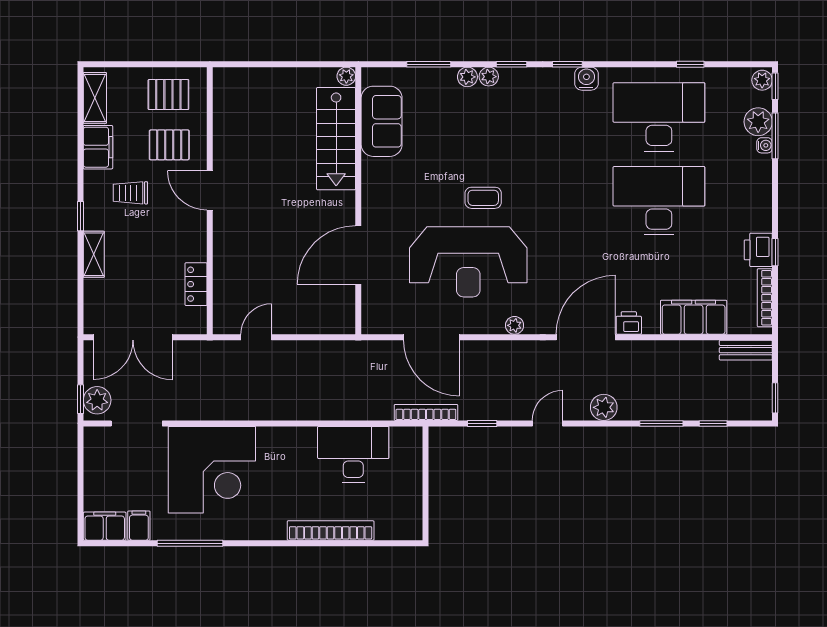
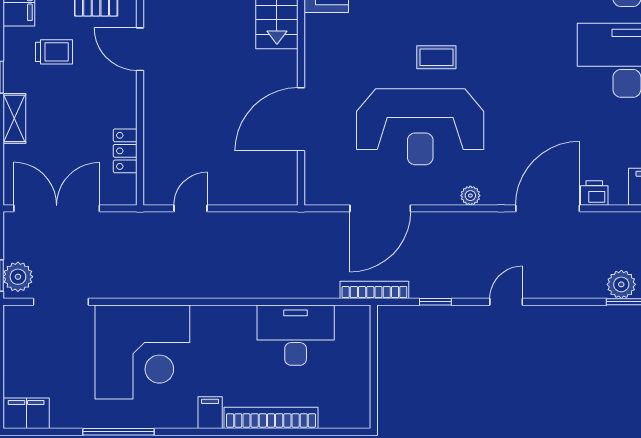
trolley: (130, 193) -> (54, 52), turned 180
double door: (133, 337) -> (57, 208), swing flipped
door: (431, 337) -> (380, 208), hinge flipped
plant: (604, 407) -> (621, 284), moved
filing cabinet: (139, 526) -> (210, 413), moved

